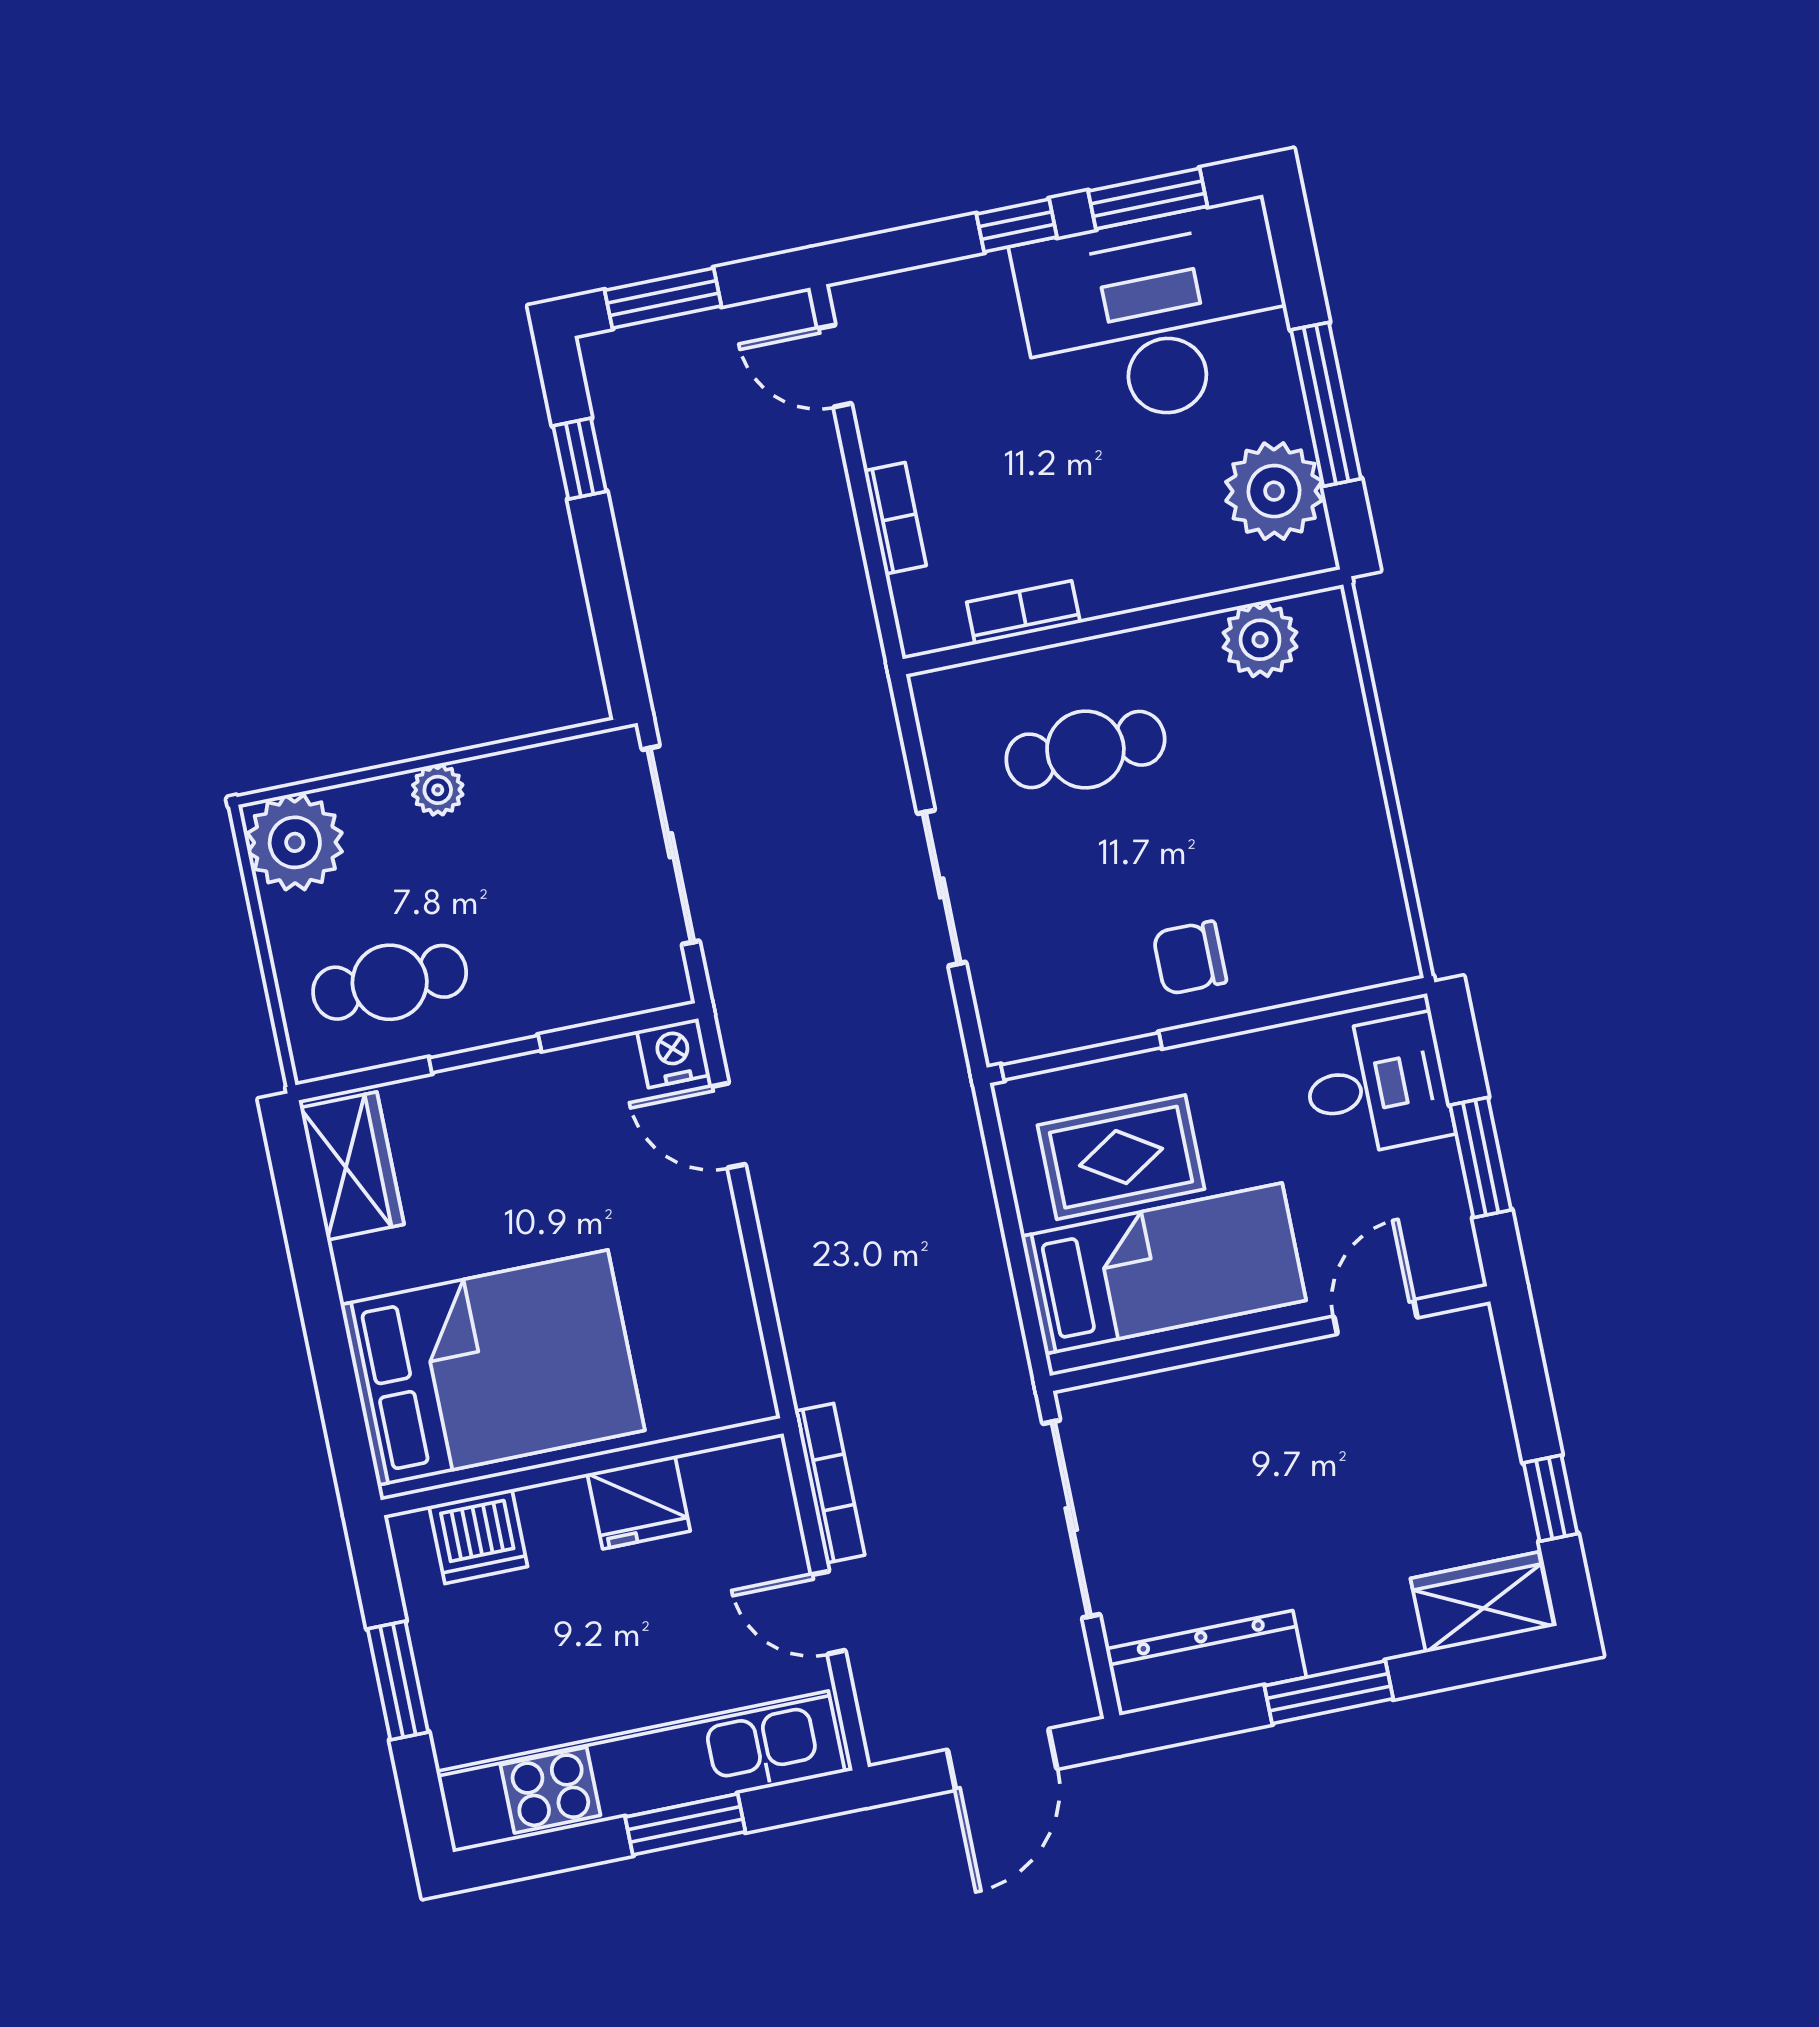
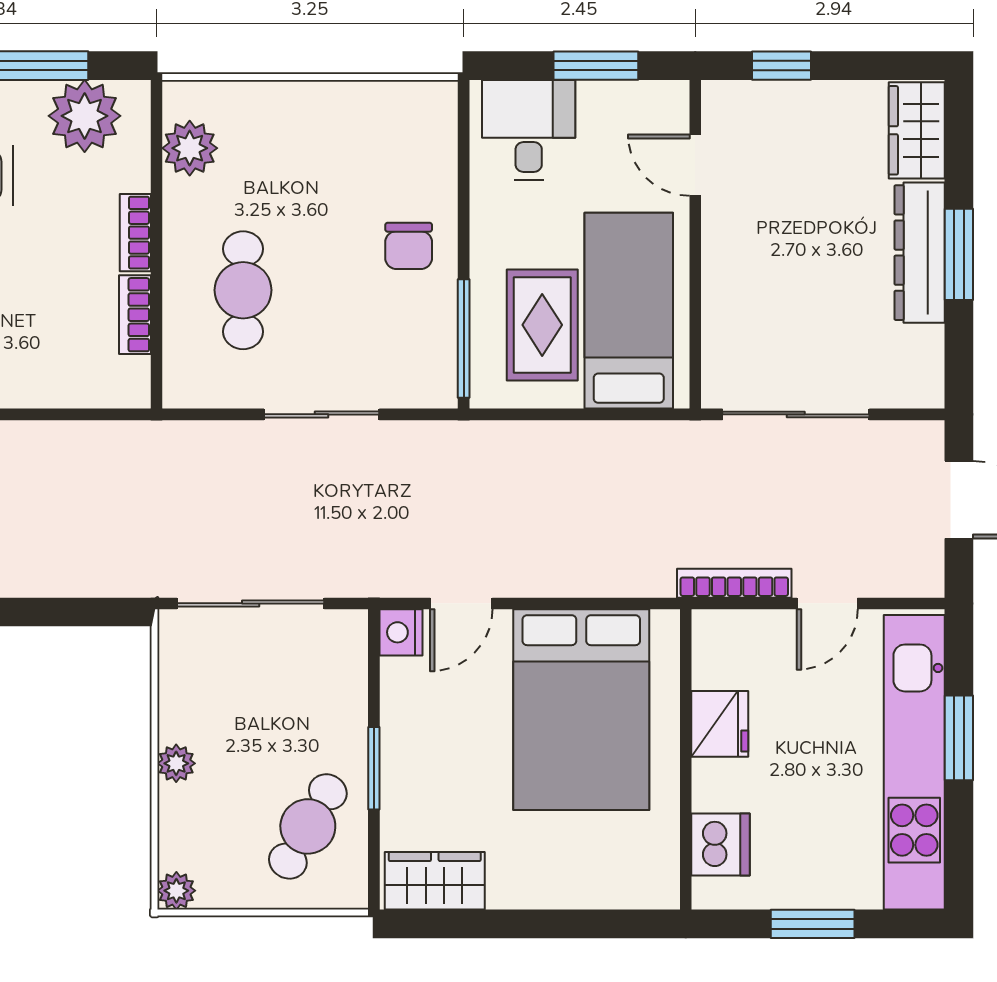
bookcase: (895, 518) -> (135, 233), moved, turned -90
plant: (295, 842) -> (176, 891), width x0.53, depth x0.53
cafe table: (390, 982) -> (308, 826), turned 30
bed: (493, 1368) -> (581, 710), moved, turned 180
window: (1551, 1498) -> (781, 66), moved
dresser: (1206, 1663) -> (920, 253), moved

